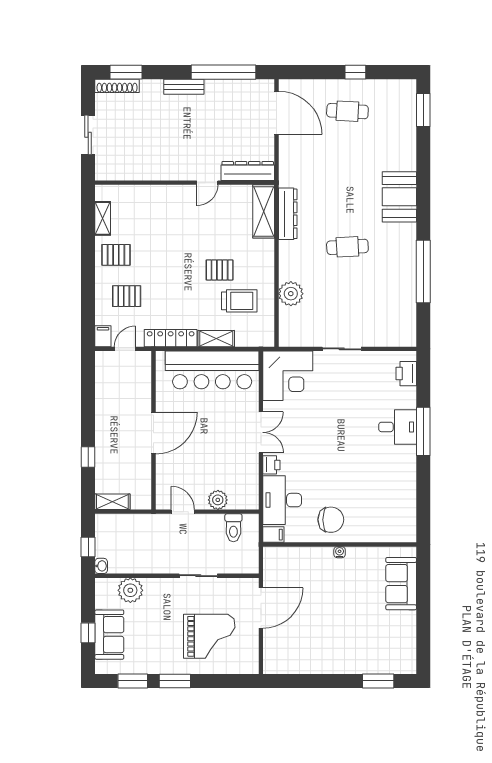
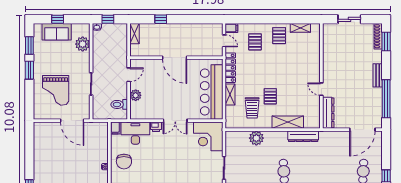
shelving: (264, 211) -> (288, 122), moved

